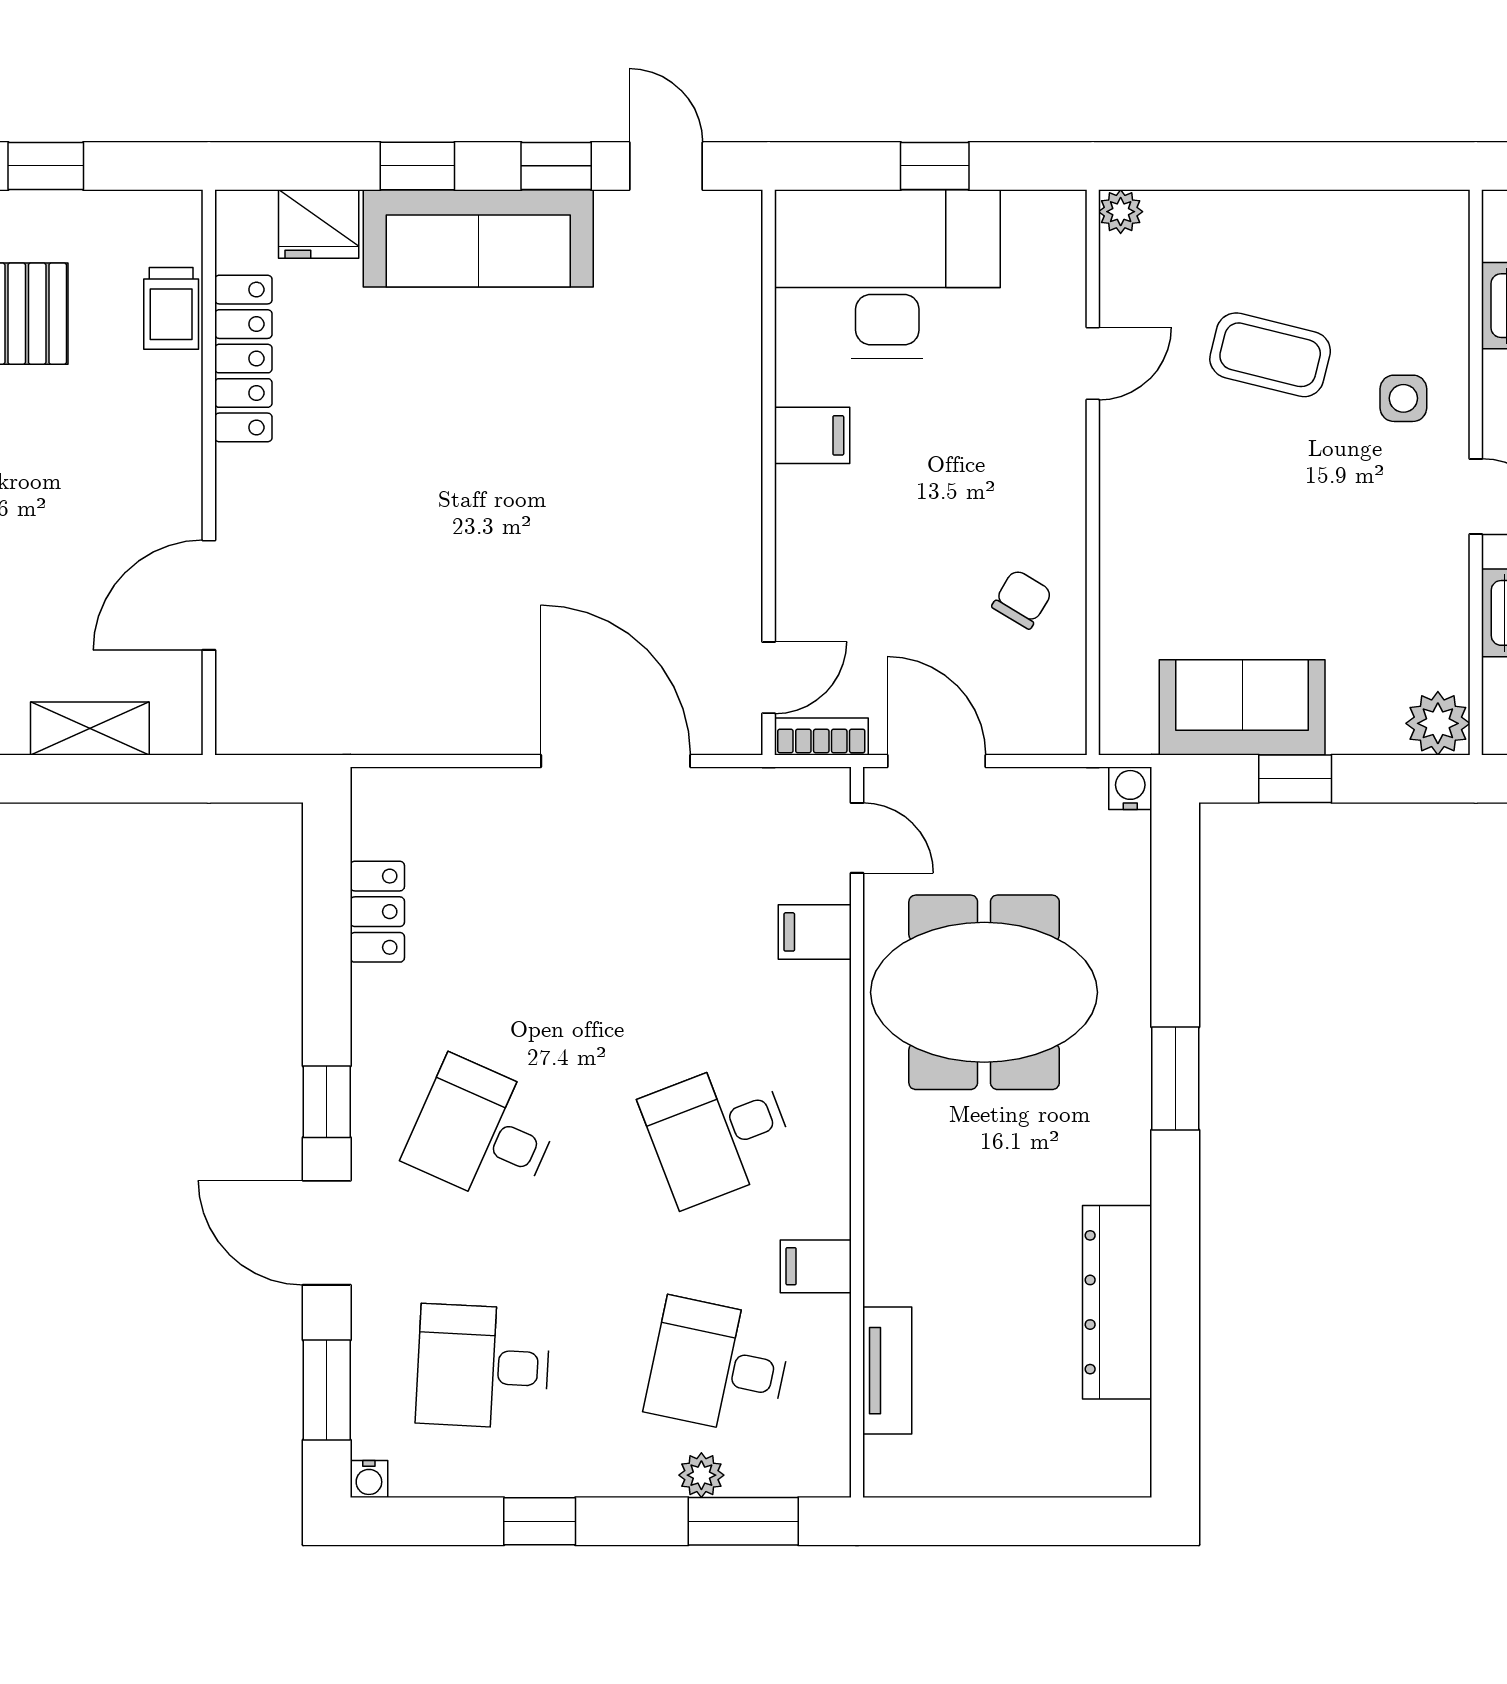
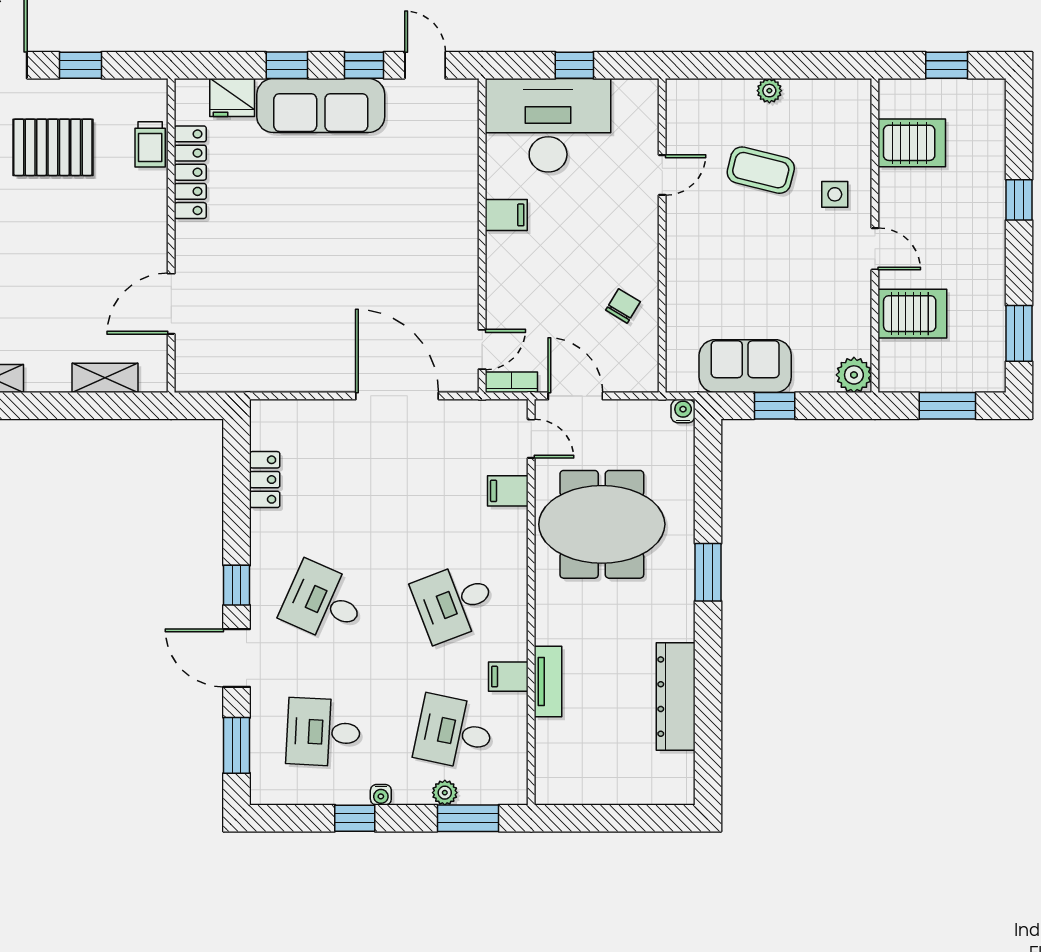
plant: (1121, 212) -> (769, 91), moved
tv unit: (887, 1371) -> (548, 681), moved
water cooler: (369, 1479) -> (381, 795), moved

